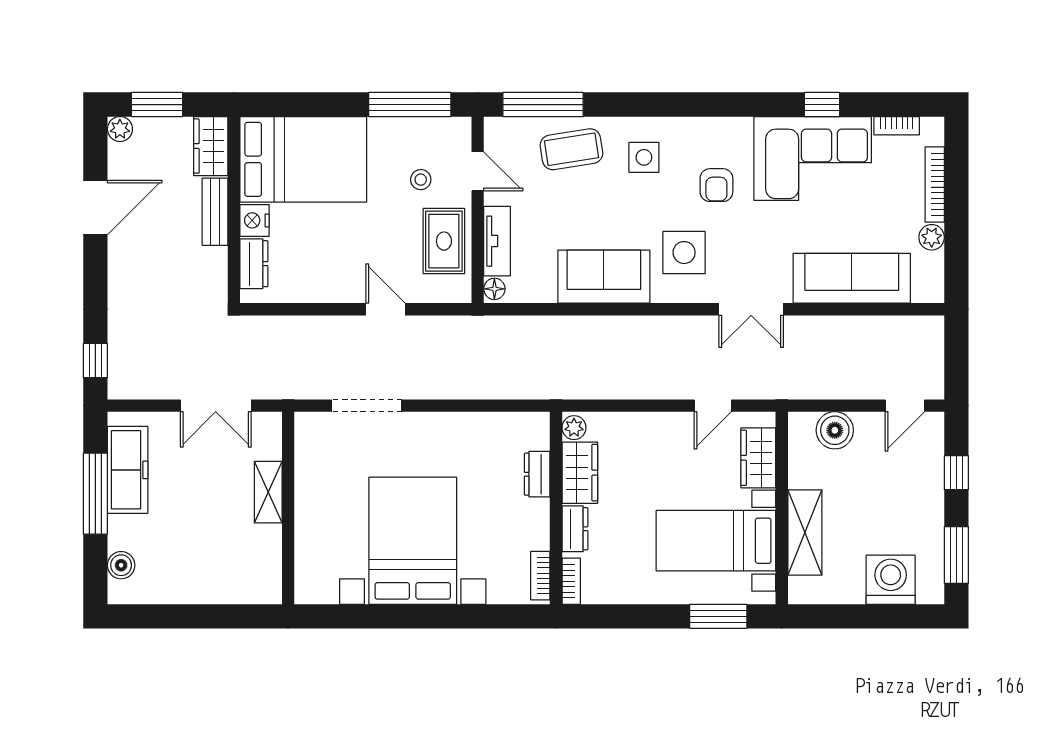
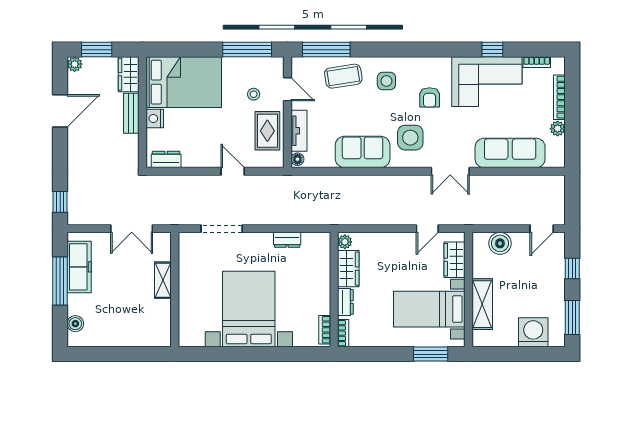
dresser: (254, 264) -> (166, 159), moved, turned -90
dresser: (537, 474) -> (287, 240), moved, turned -90

